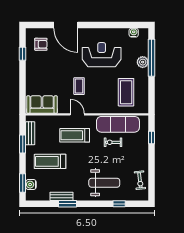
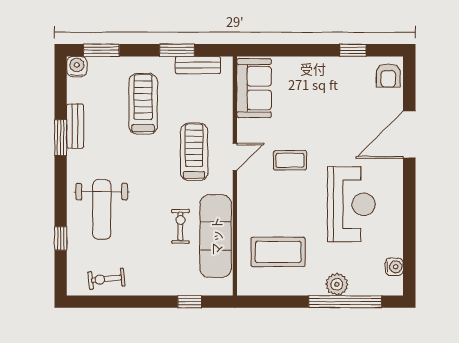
armchair: (41, 44) -> (388, 75), moved
water cooler: (31, 185) -> (77, 67), moved

